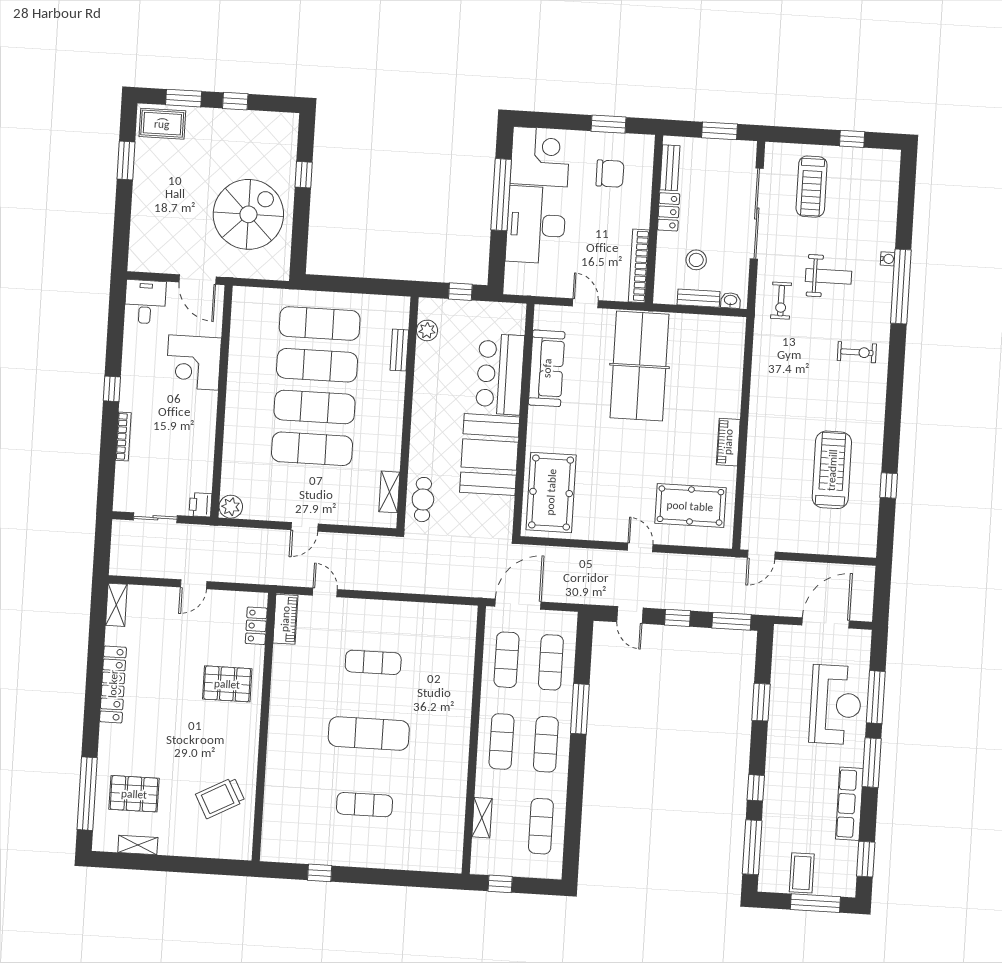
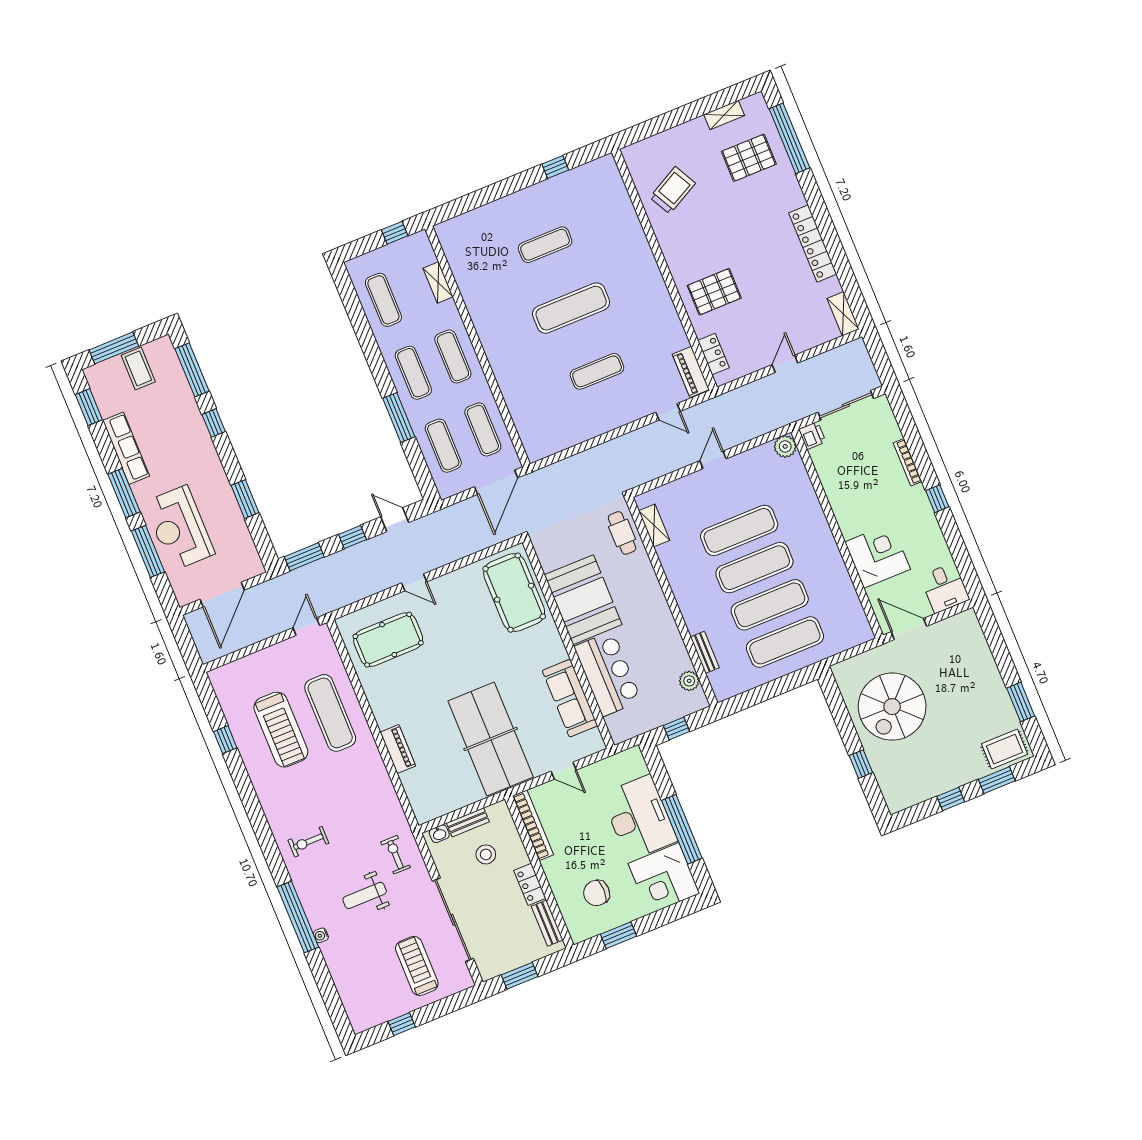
piano: (728, 442) -> (398, 749), moved
exercise mat: (778, 463) -> (330, 713), added
sliding door: (155, 518) -> (846, 405), width x1.37

